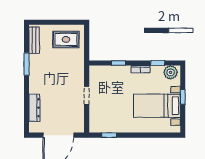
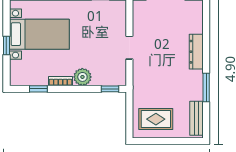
window: (119, 63) -> (110, 89), moved
plant: (171, 72) -> (82, 77), moved
dresser: (34, 108) -> (196, 52), moved

